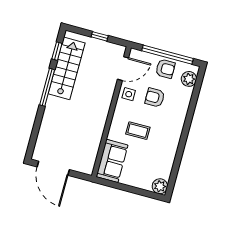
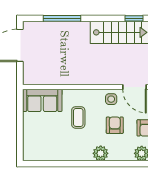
window: (47, 87) -> (62, 18), moved
plant: (160, 186) -> (101, 153), moved

